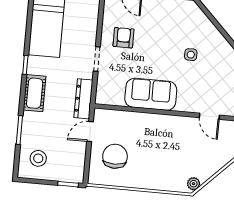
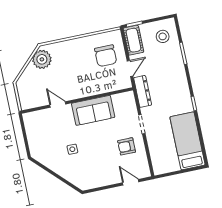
armchair: (124, 38) -> (127, 146), turned 90
cot: (35, 93) -> (133, 40), moved
door: (209, 116) -> (58, 104), moved
plant: (194, 184) -> (42, 59), width x1.88, depth x1.88

